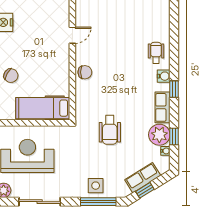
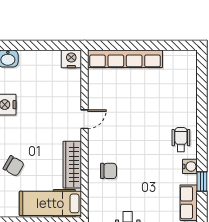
chair: (85, 72) -> (109, 171), moved
wardrobe: (62, 74) -> (72, 165), added

